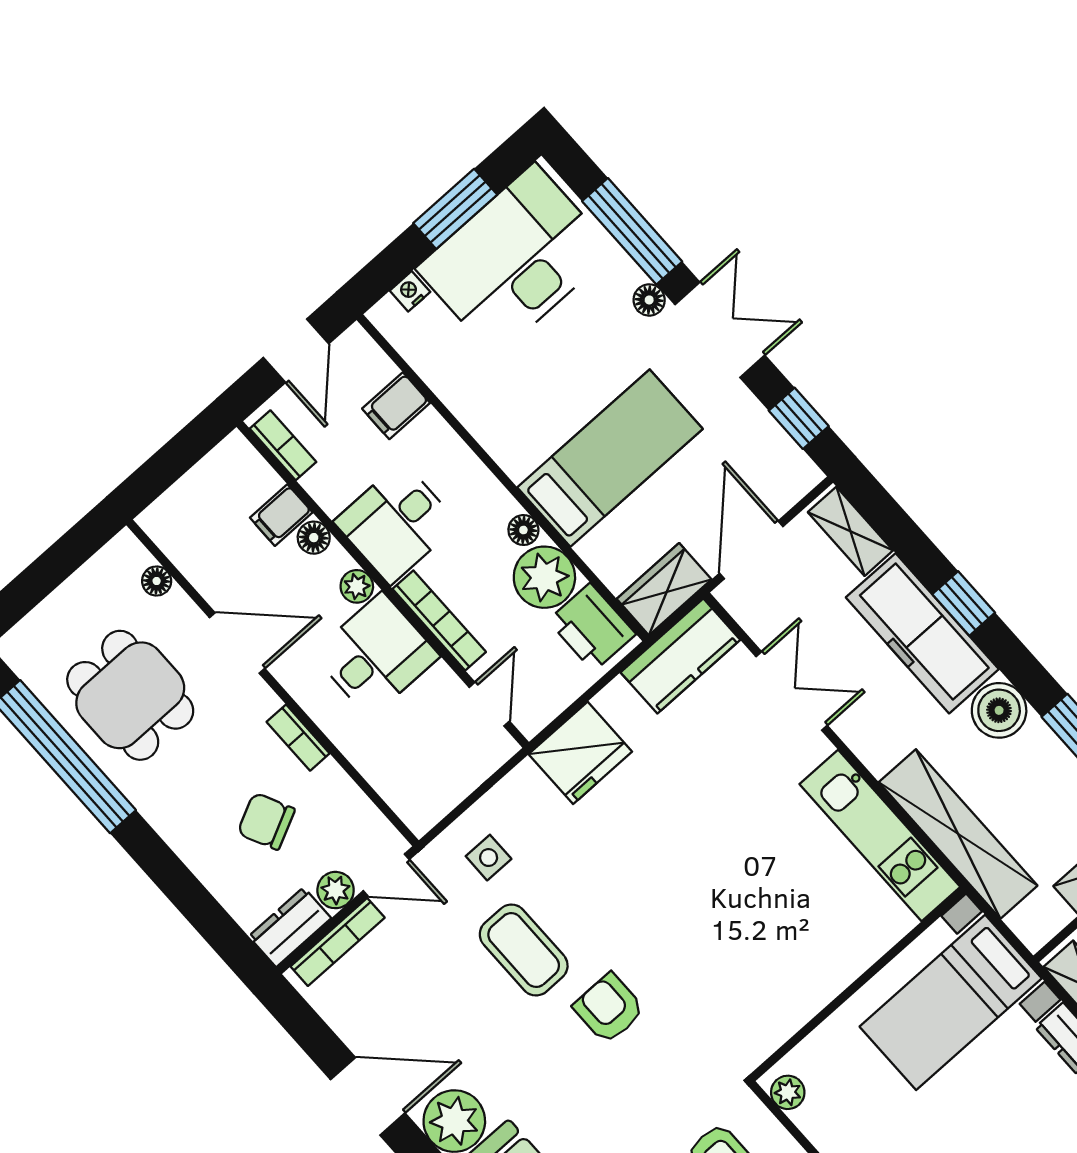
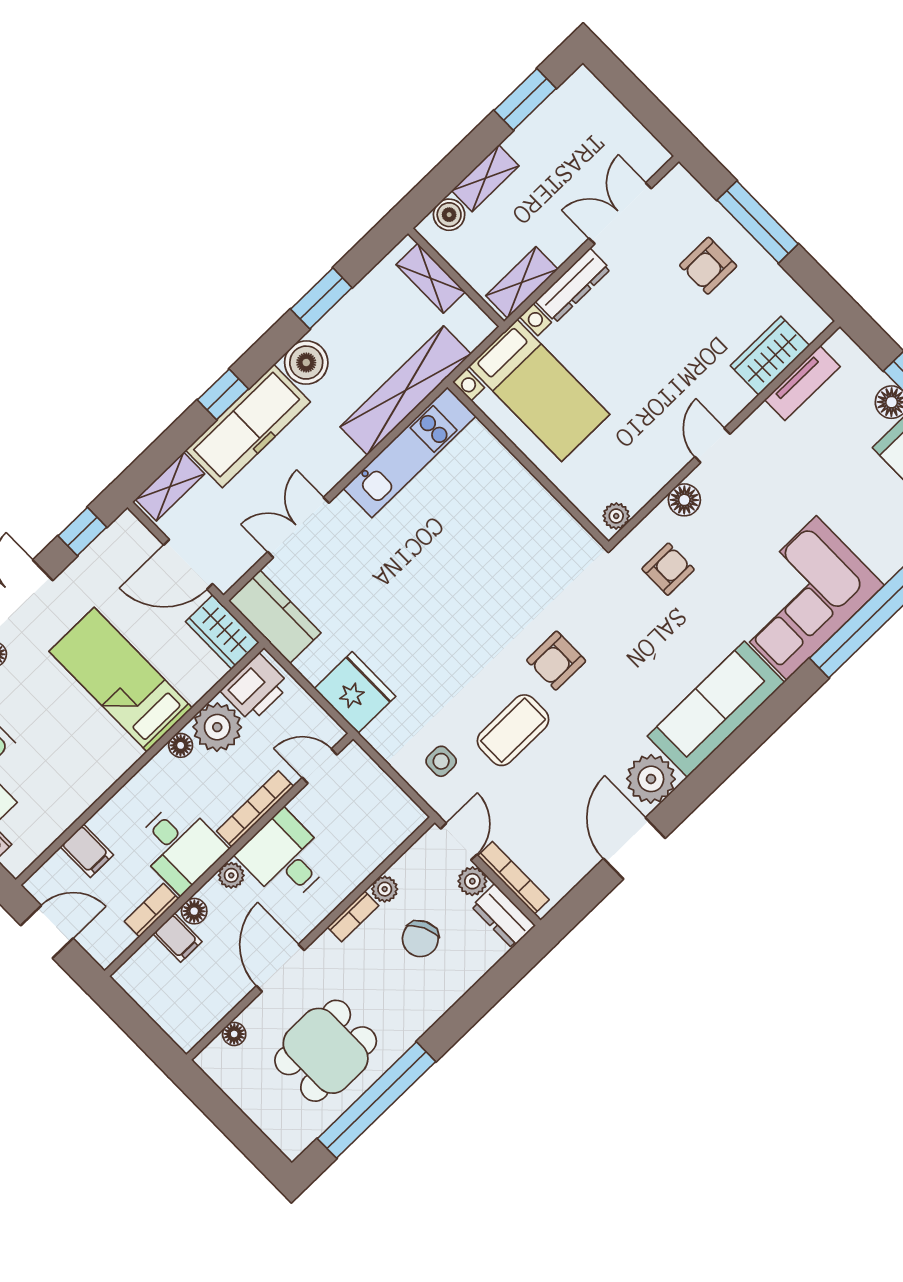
bookcase: (283, 445) -> (152, 910), moved
plant: (331, 779) -> (385, 889), added

